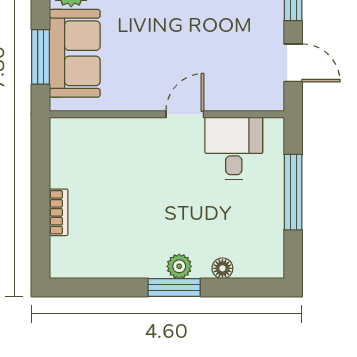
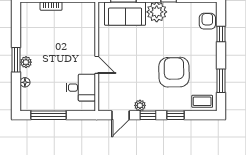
plant: (272, 21) -> (140, 105), added
window: (293, 192) -> (48, 115), moved

